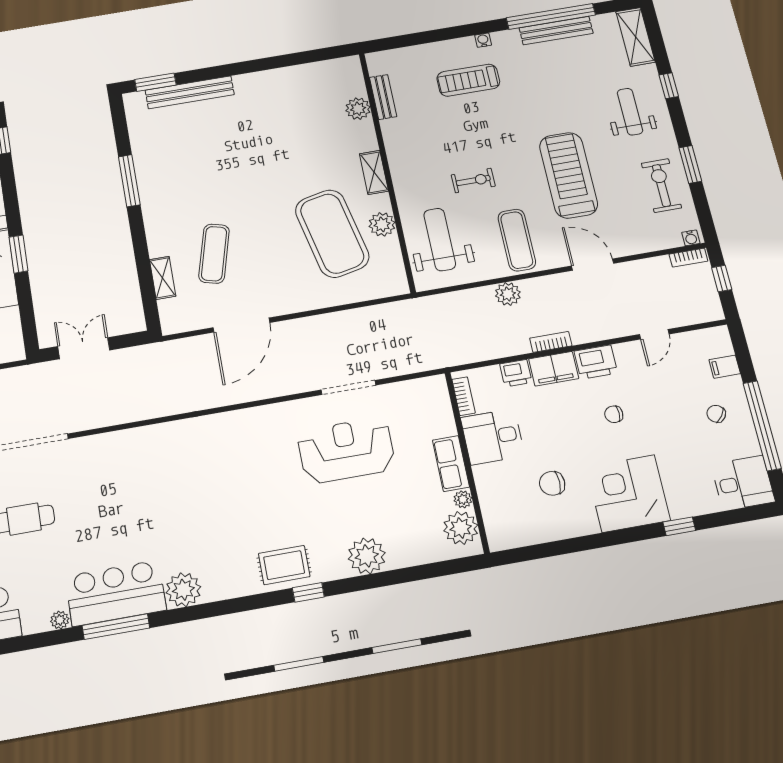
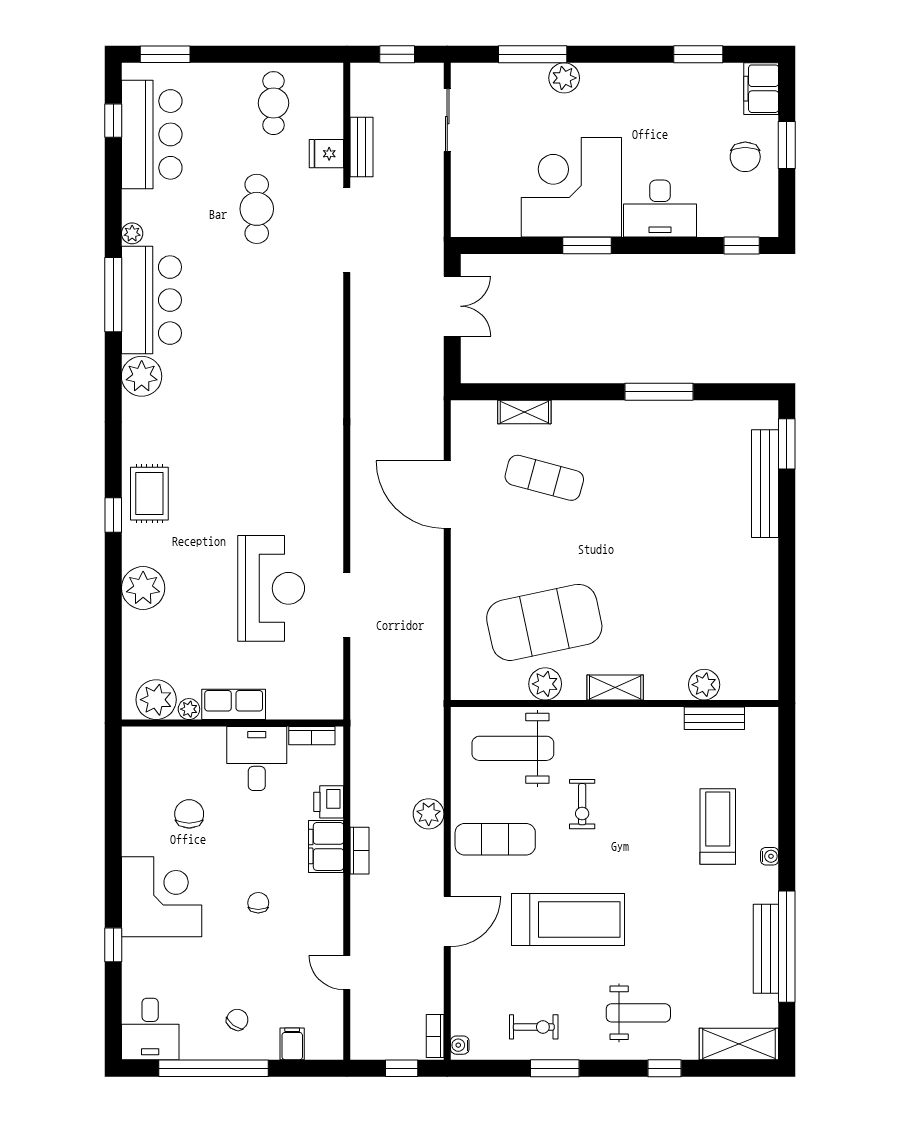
exercise bike: (661, 185) -> (534, 1027), width x0.73, depth x0.72
weight bench: (440, 239) -> (513, 748), turned 180
printer: (596, 362) -> (325, 897), removed

